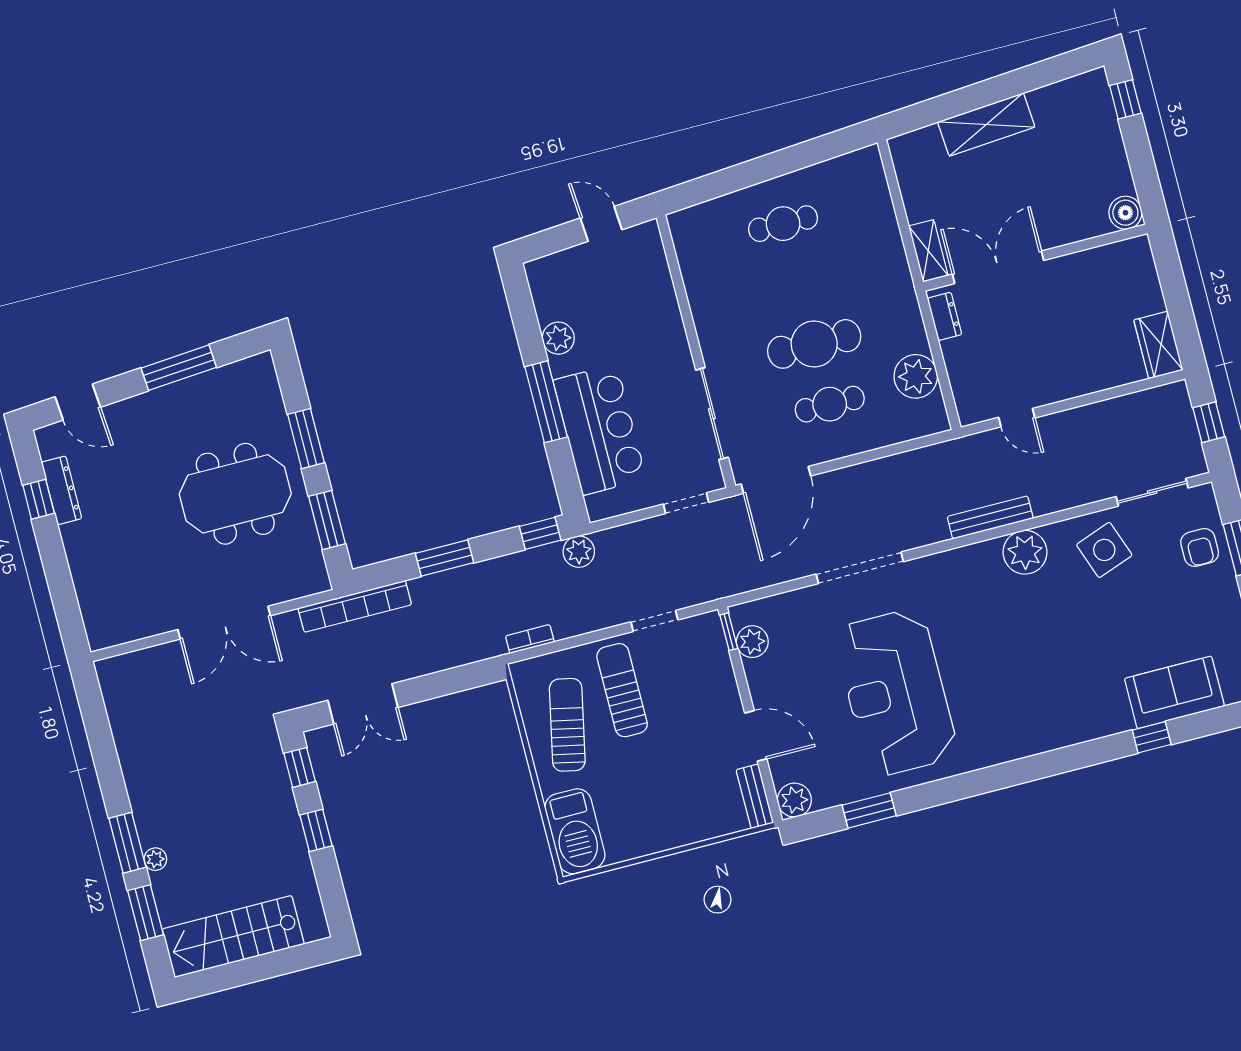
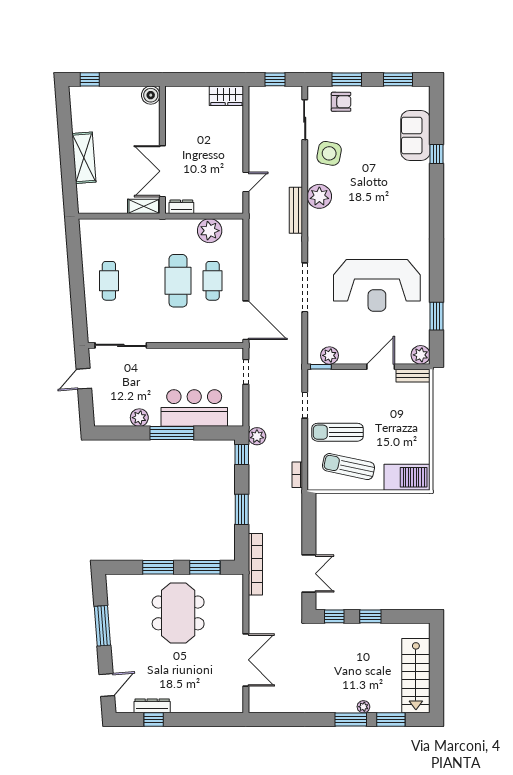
sliding door: (712, 414) -> (121, 345), moved
side table: (1104, 550) -> (329, 153), turned 30
double door: (224, 623) -> (246, 660), moved

